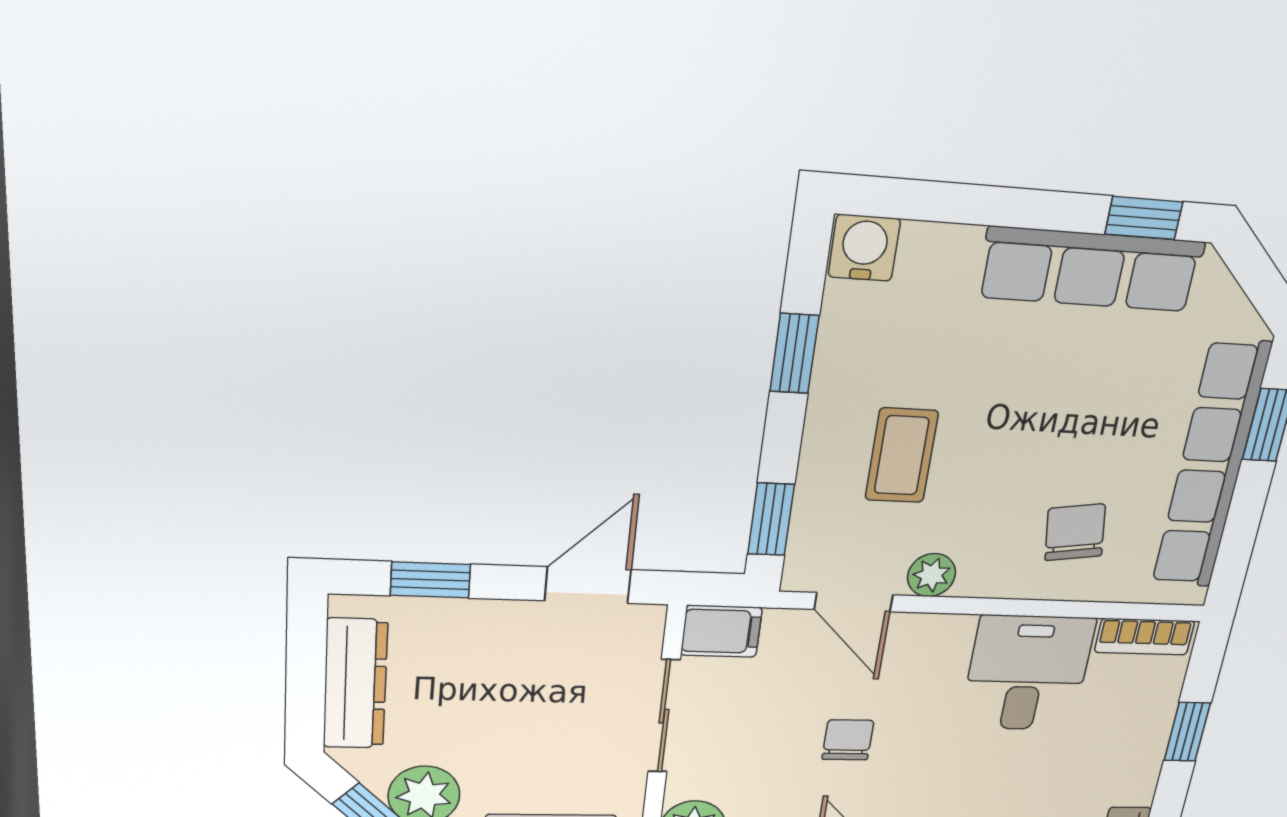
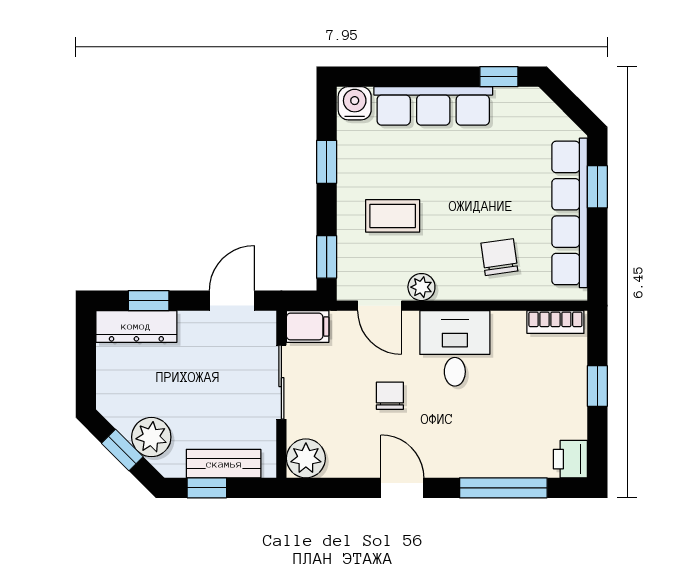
row of seats: (1091, 269) -> (433, 106), moved
coffee table: (902, 455) -> (393, 216), turned 90
desk: (1027, 673) -> (455, 348), moved
dresser: (355, 684) -> (136, 326), moved, turned 90

